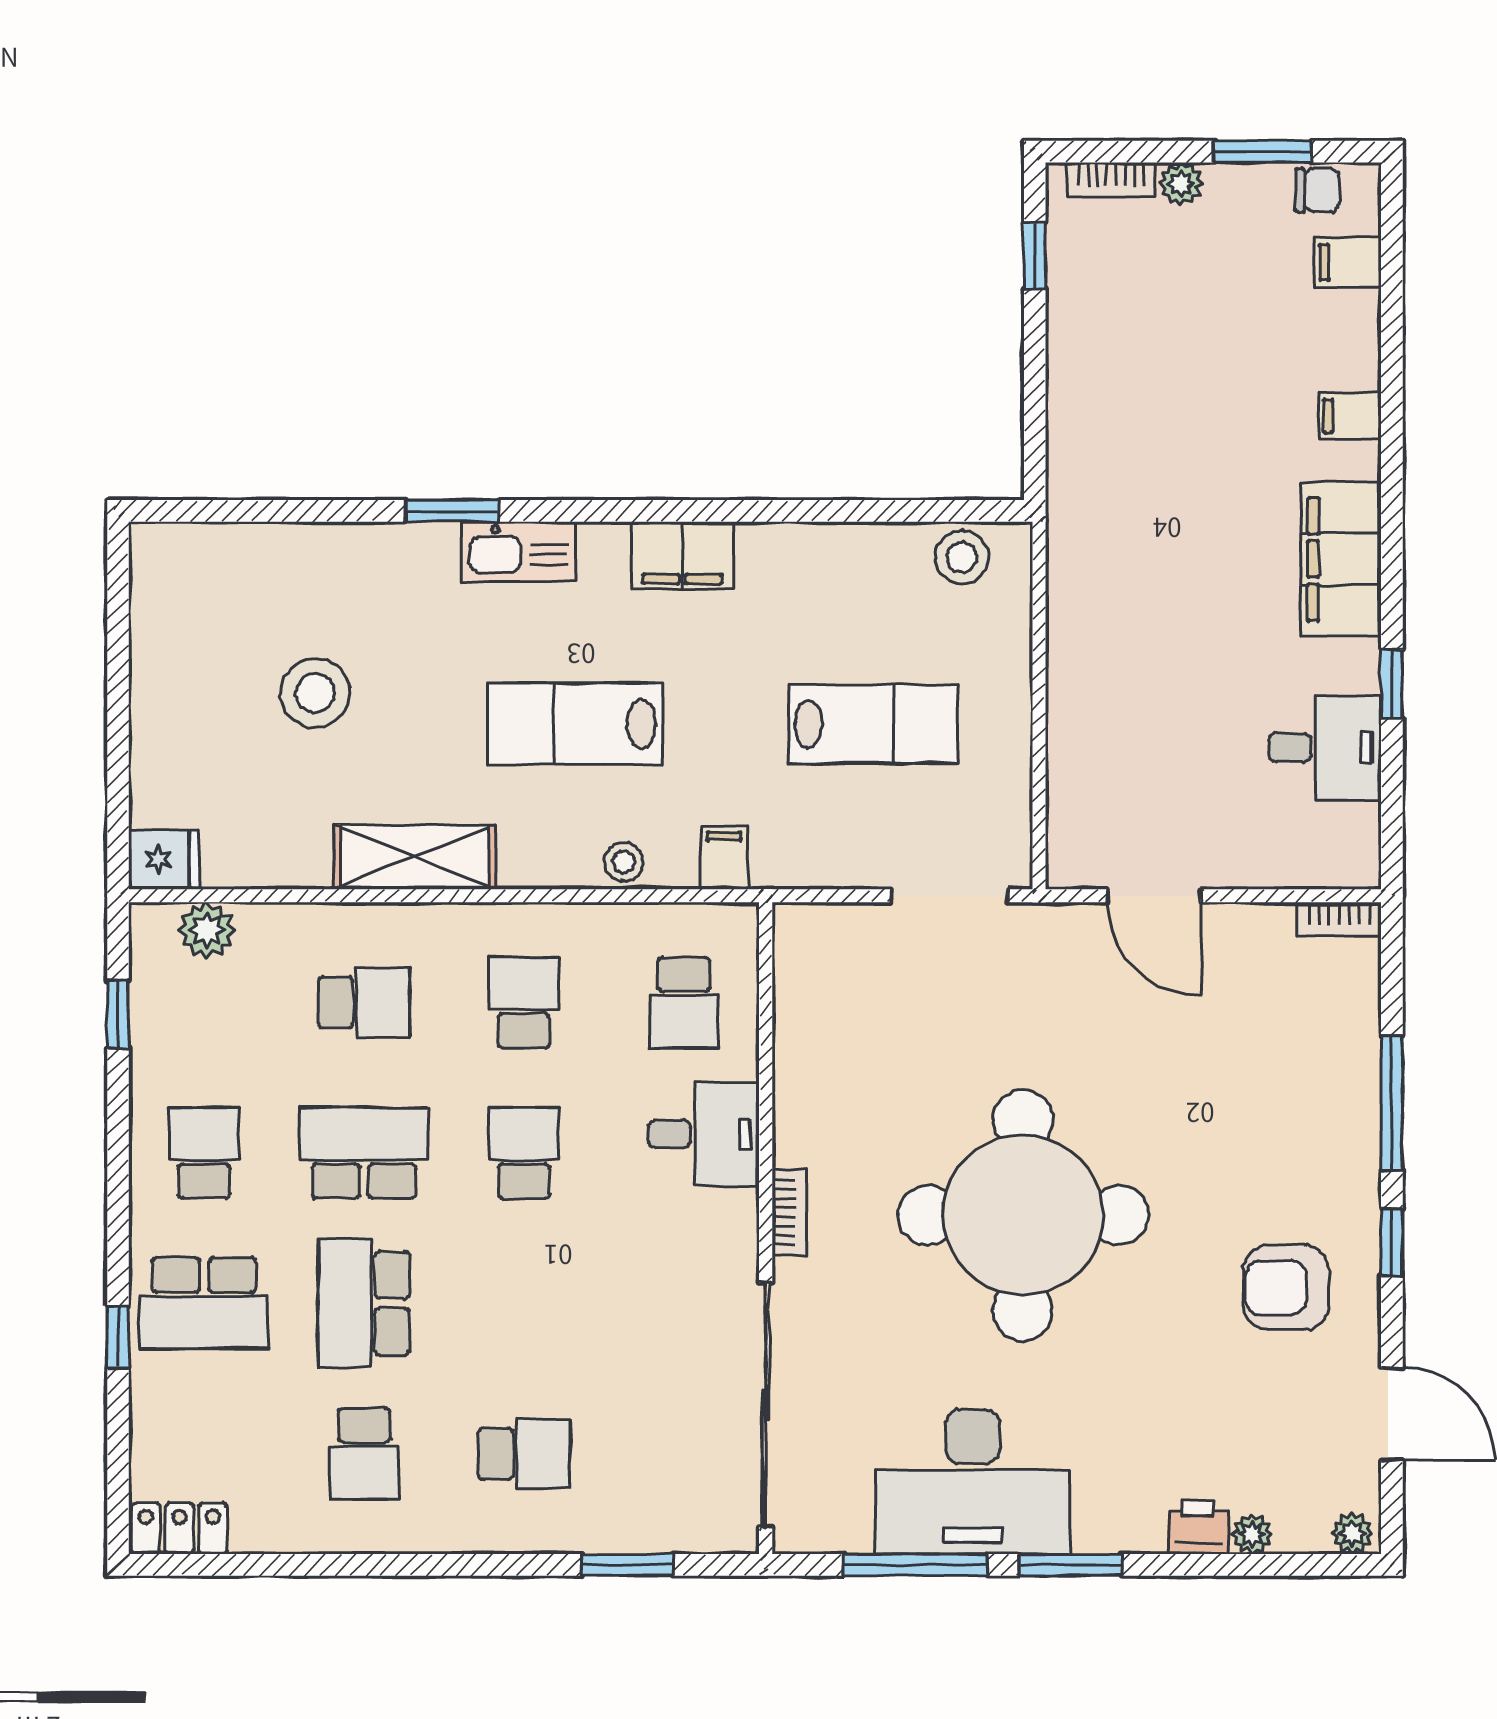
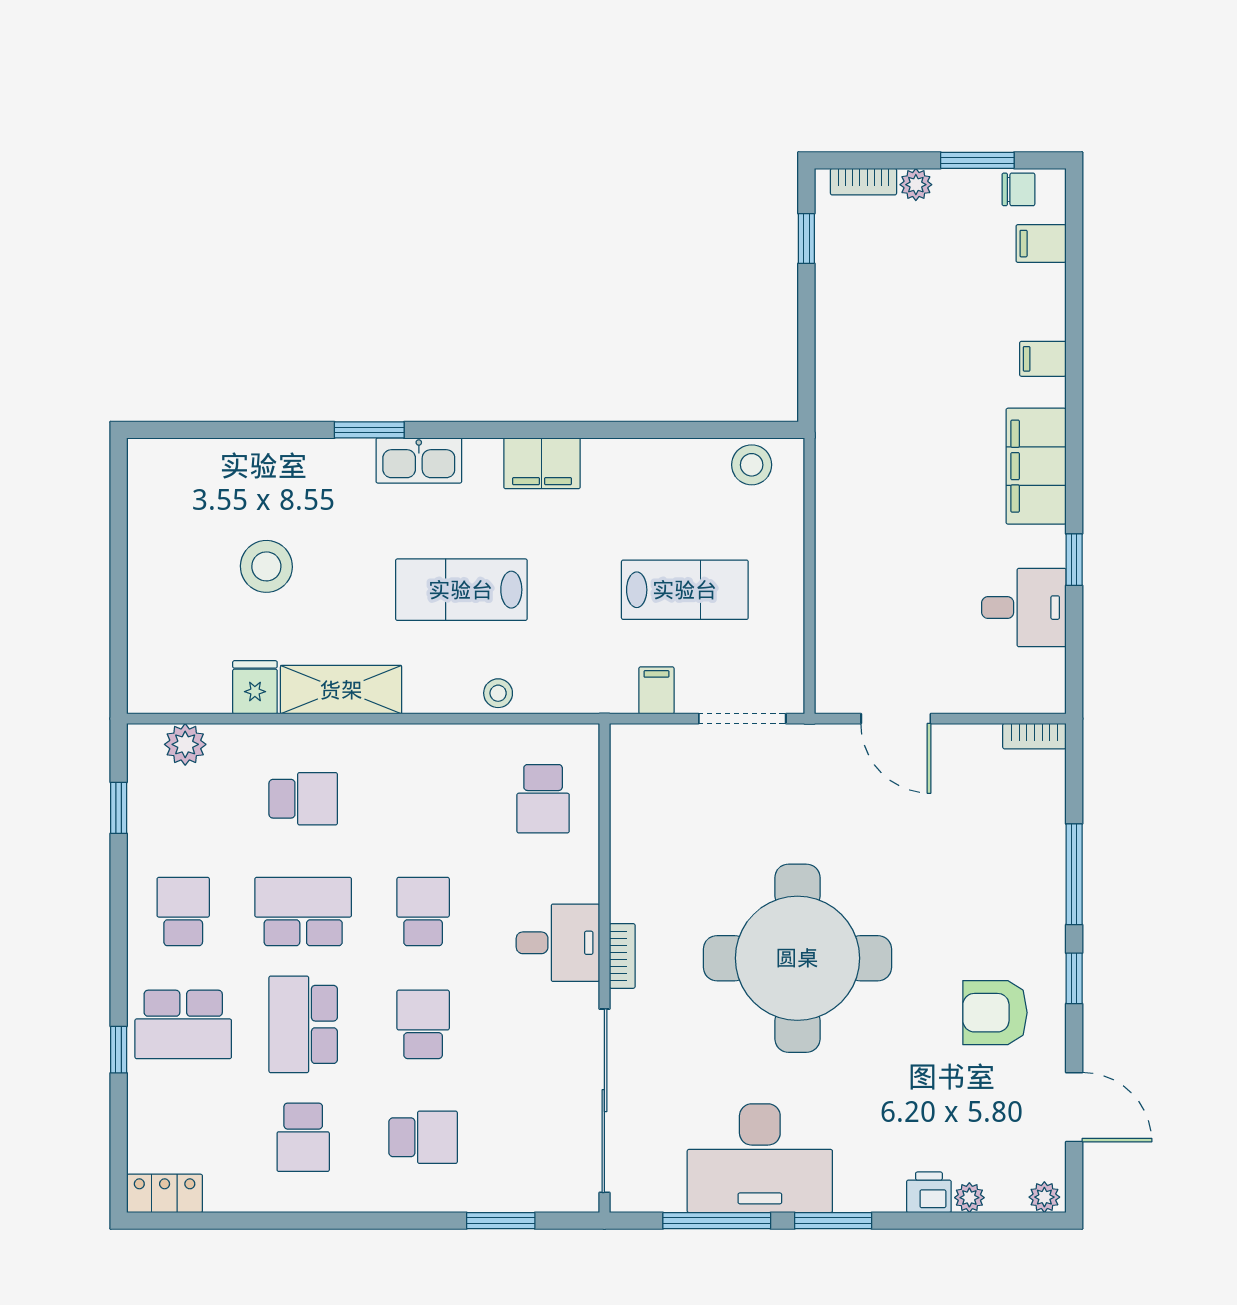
filing cabinet: (724, 858) -> (656, 690), moved
fridge: (164, 860) -> (255, 687), moved, turned -90
school desk: (524, 1002) -> (423, 1024), moved
desk: (704, 1134) -> (558, 943), moved

